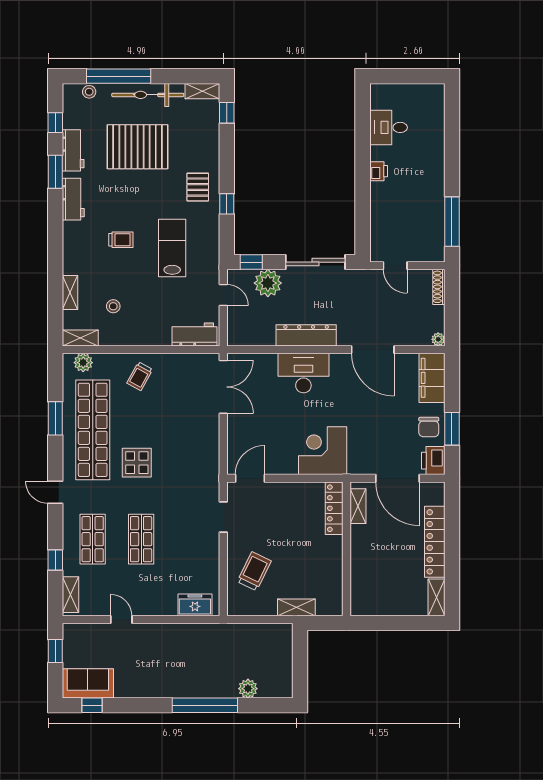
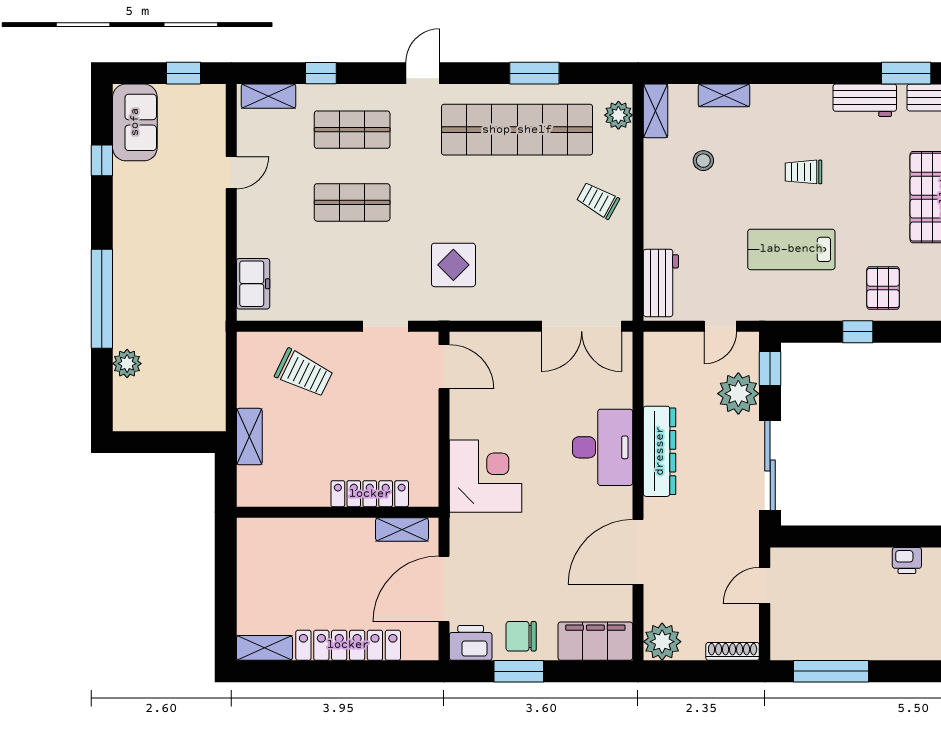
pallet: (198, 187) -> (883, 288), turned 90
trolley: (121, 240) -> (804, 172), turned 90
lab bench: (172, 248) -> (791, 249), turned 180
plant: (438, 339) -> (662, 642), width x1.87, depth x1.87
display table: (137, 463) -> (453, 265), moved
locker: (334, 508) -> (370, 494), moved
window: (92, 705) -> (102, 160), moved

